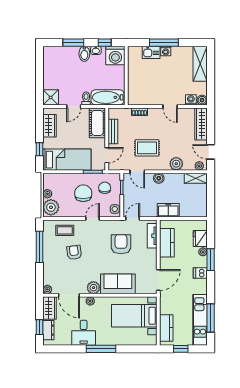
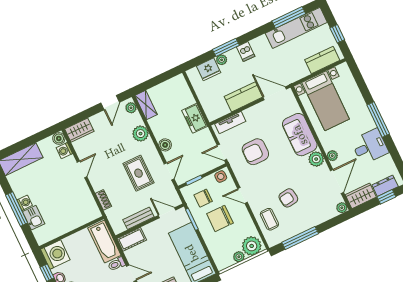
cot: (97, 123) -> (132, 239), width x0.73, depth x0.75
wardrobe: (201, 124) -> (79, 130), width x0.67
kitchen counter: (167, 243) -> (243, 97), moved

